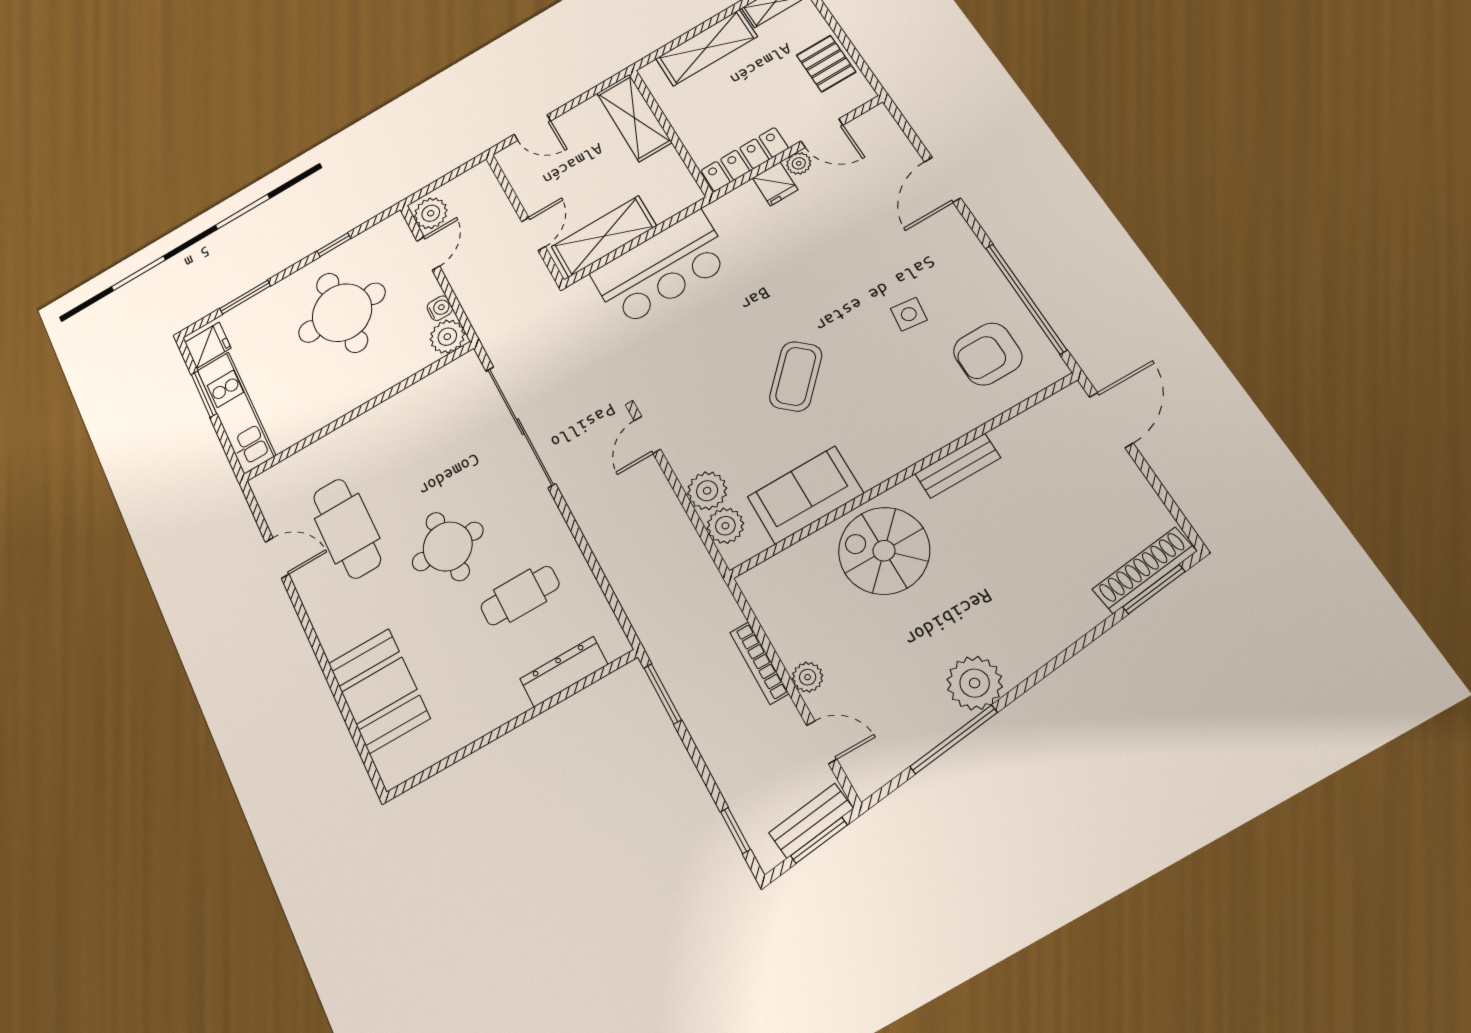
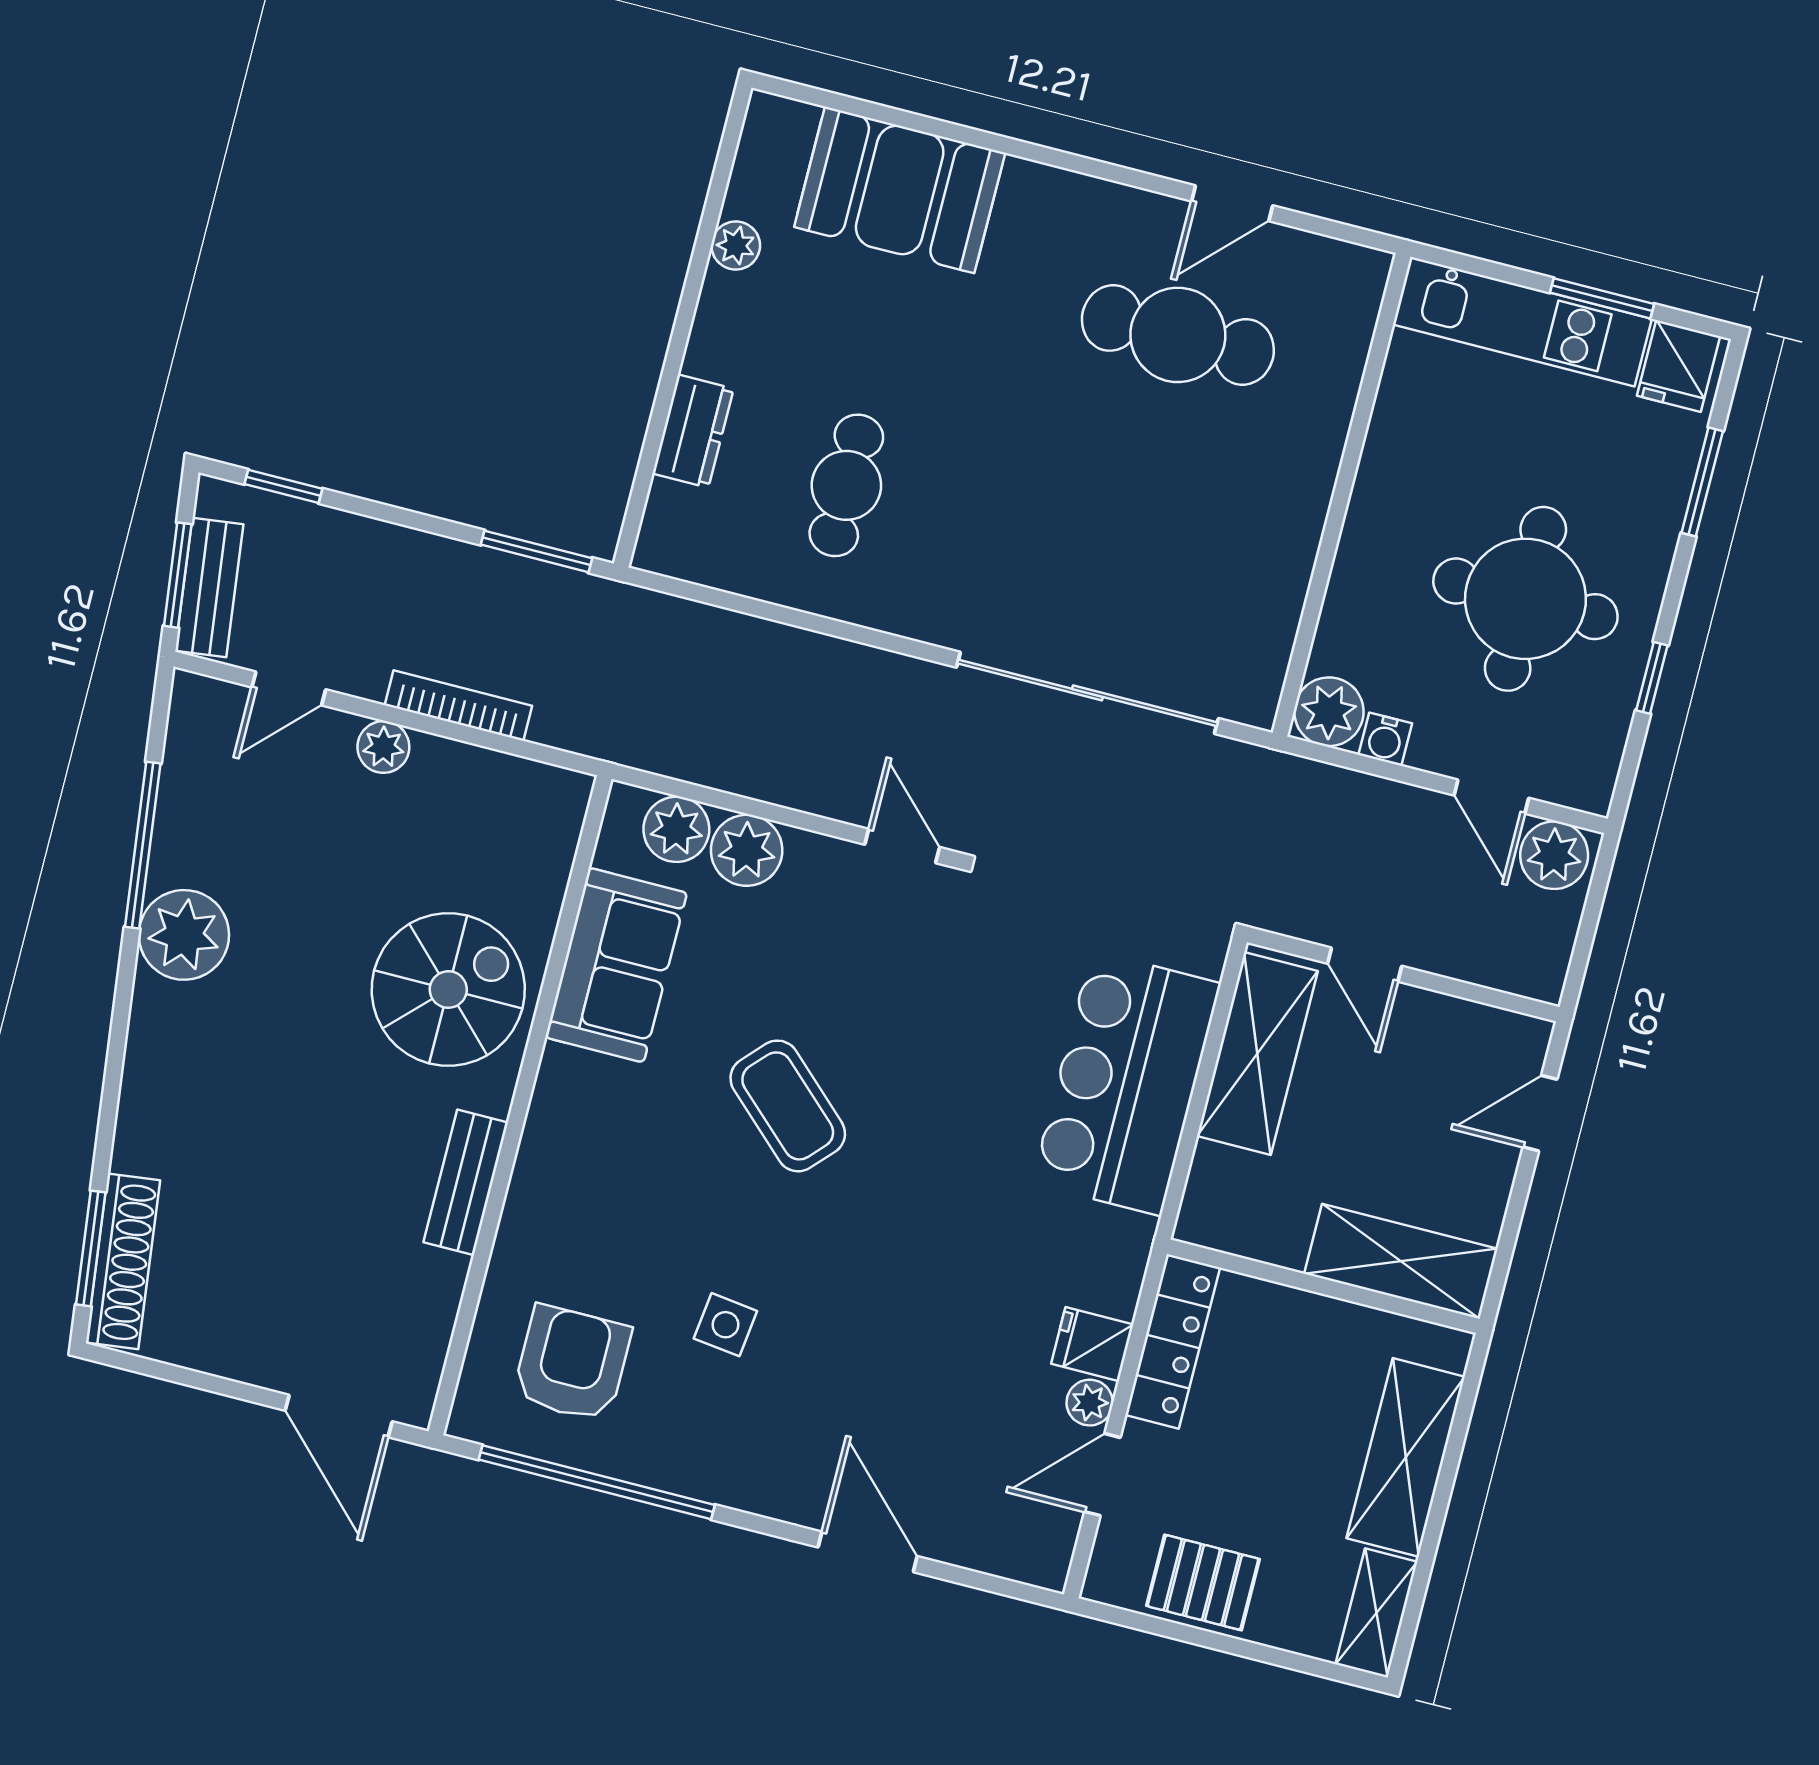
round table: (448, 546) -> (1012, 449), removed
dresser: (564, 672) -> (693, 431), width x0.70
plant: (459, 735) -> (736, 245), added

